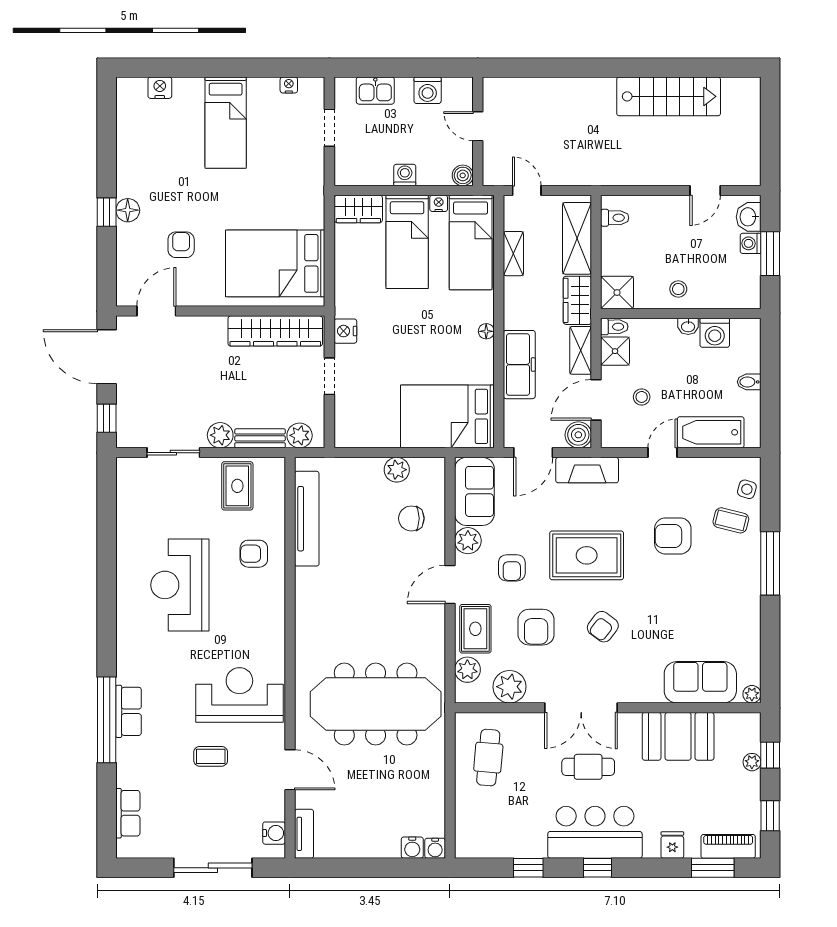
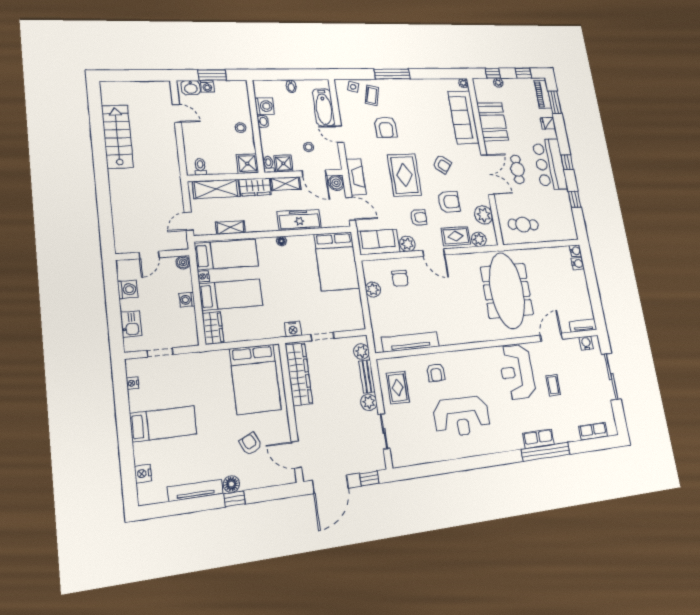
tv unit: (126, 158) -> (195, 490), added
armchair: (181, 245) -> (250, 444), turned 65
rug: (237, 486) -> (398, 388), turned 90
sofa: (700, 682) -> (464, 117), width x1.36

